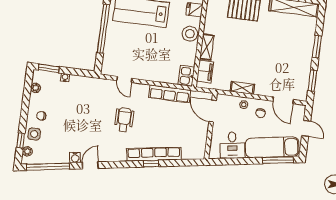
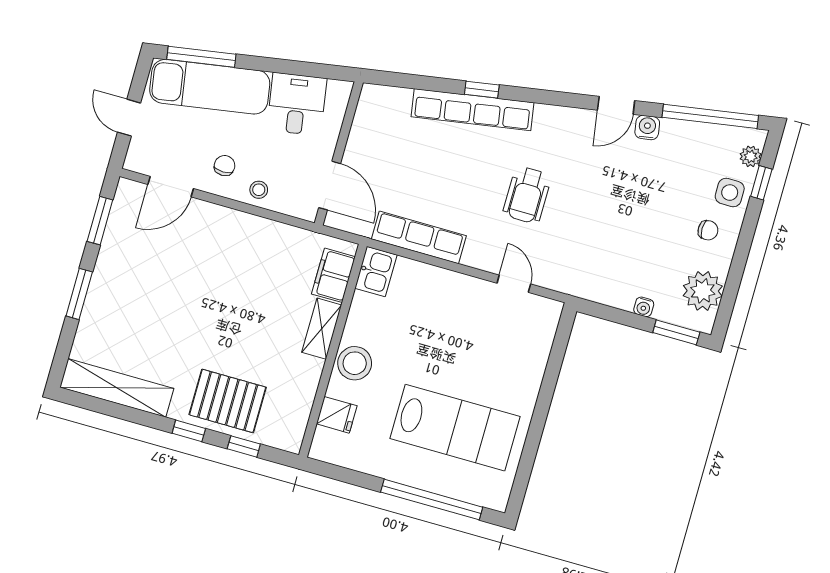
window: (103, 29) -> (544, 402), removed
plant: (36, 88) -> (703, 291), width x1.88, depth x1.88
shelving: (242, 88) -> (257, 227), removed
door: (283, 100) -> (171, 187), swing flipped

